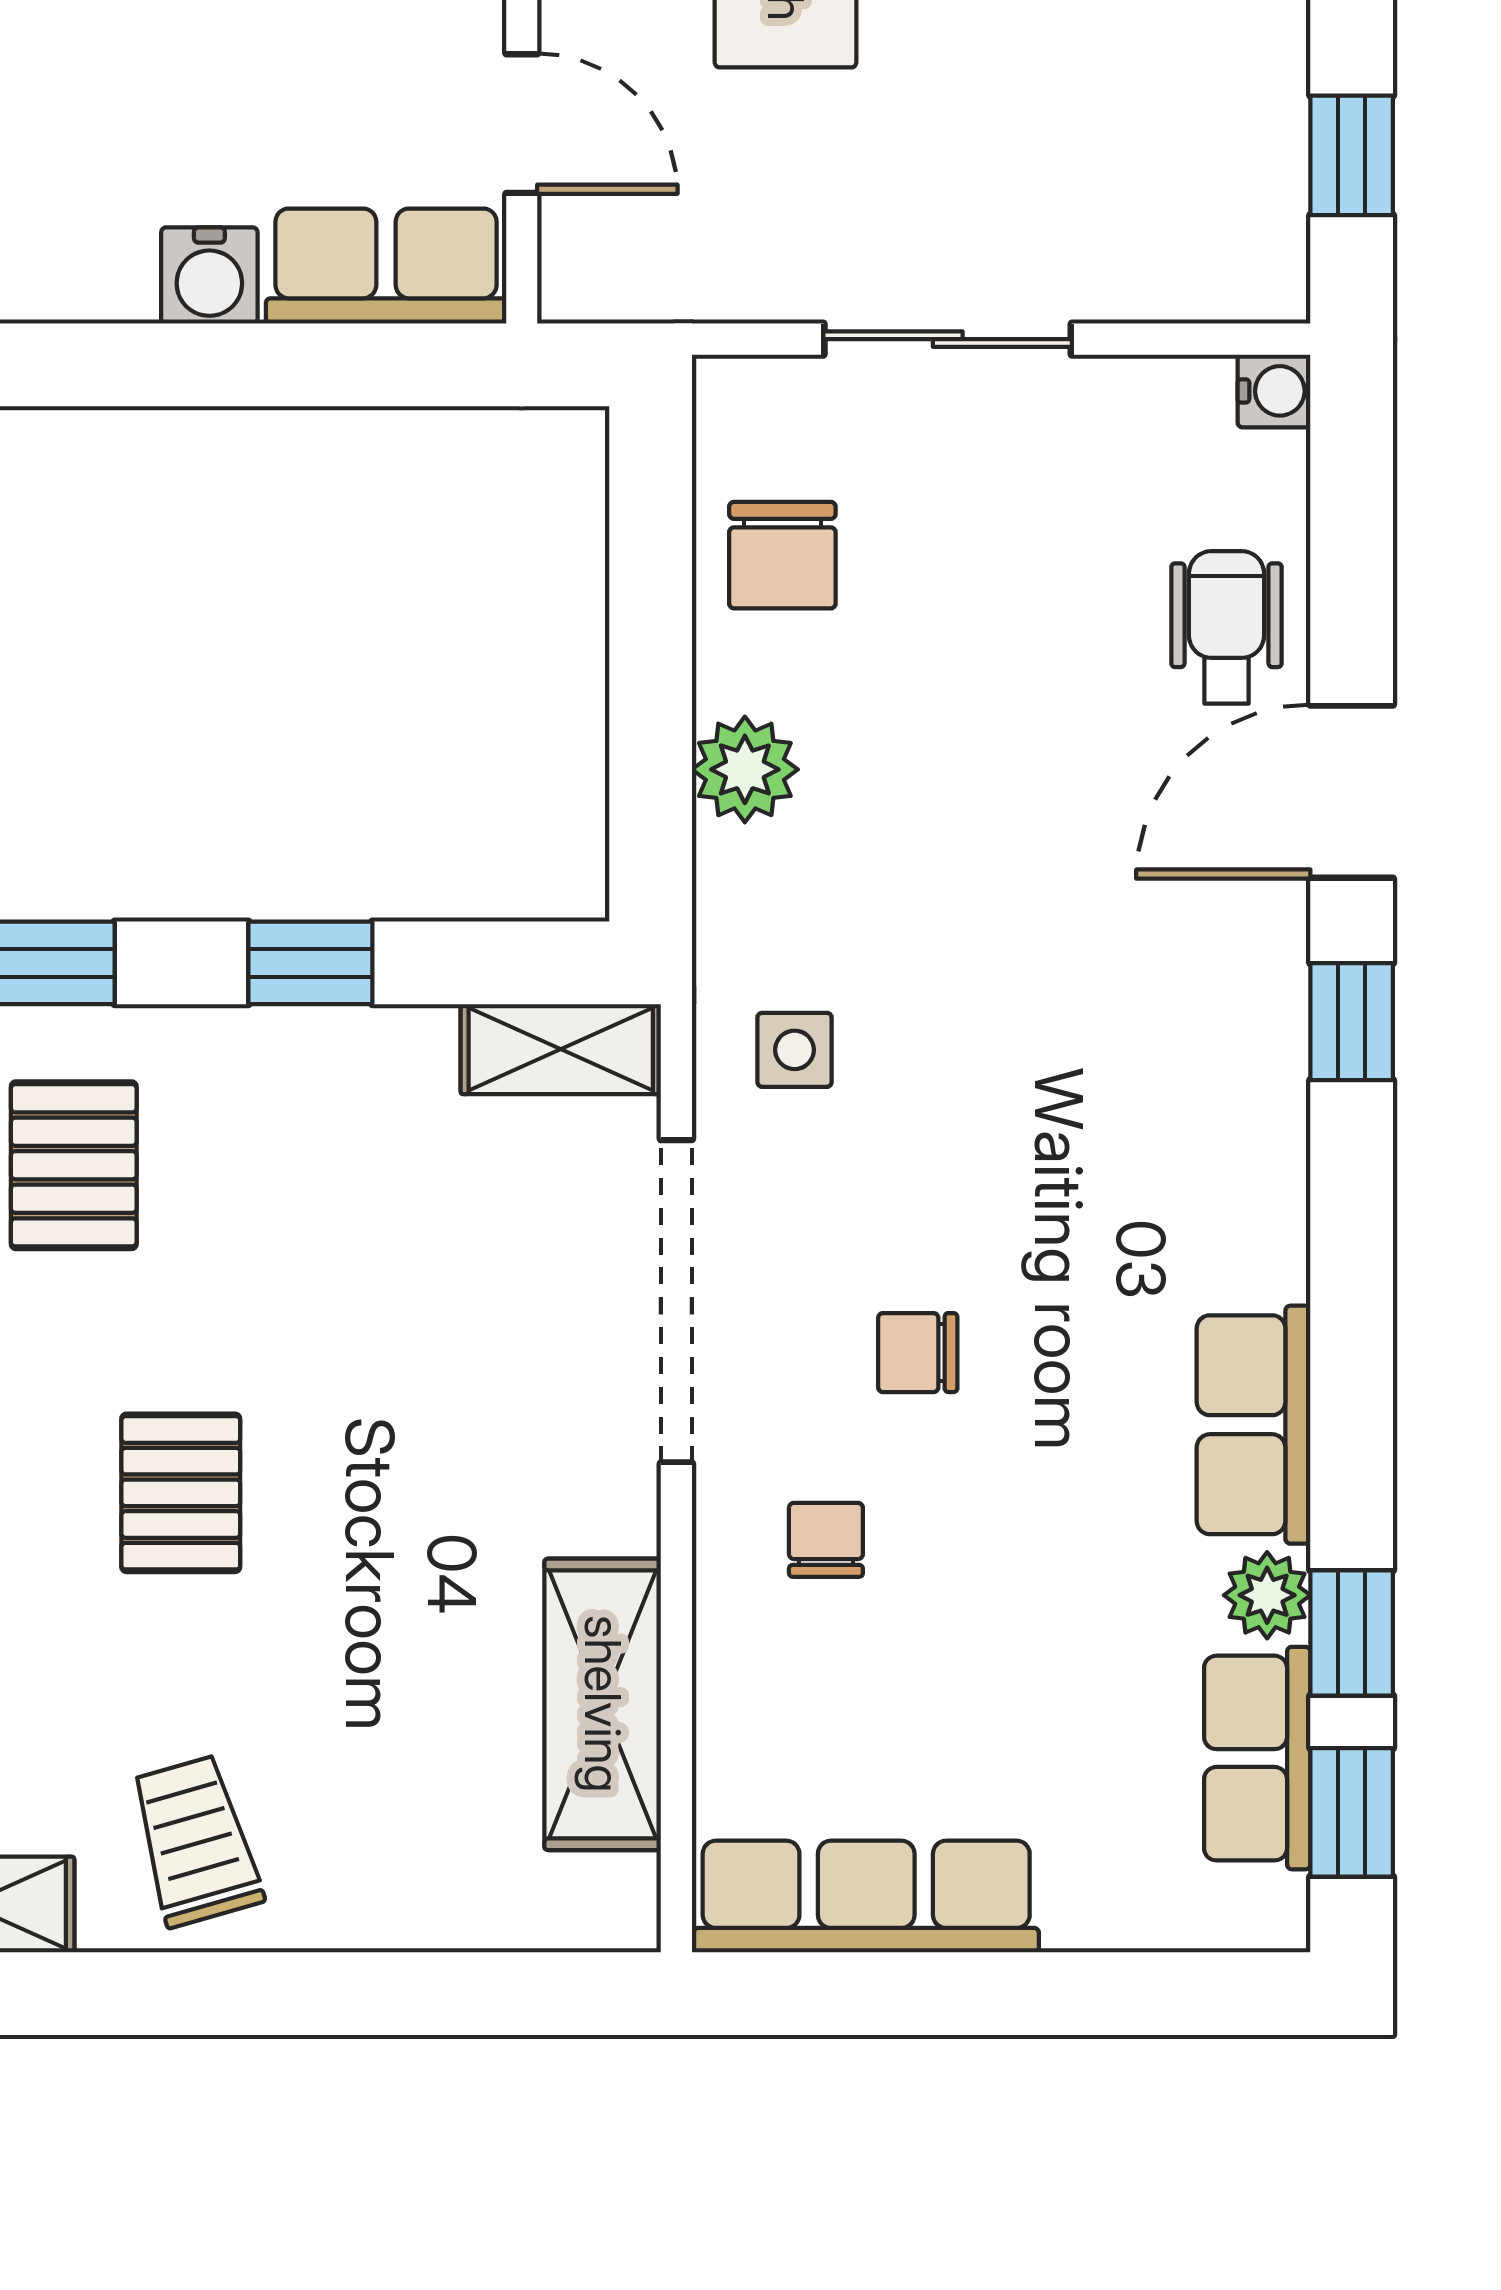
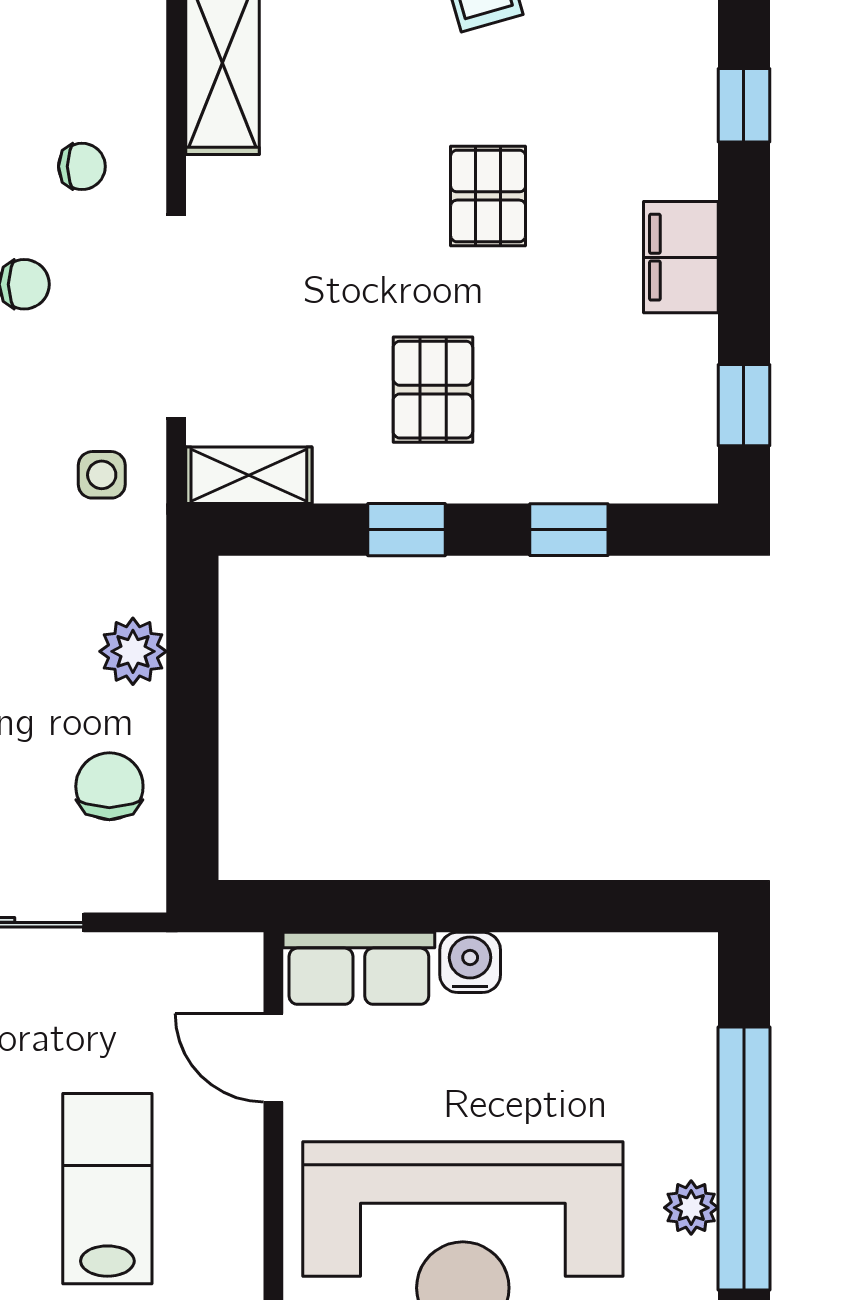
pallet: (74, 1165) -> (433, 390), moved
chair: (826, 1540) -> (82, 166), turned -90

